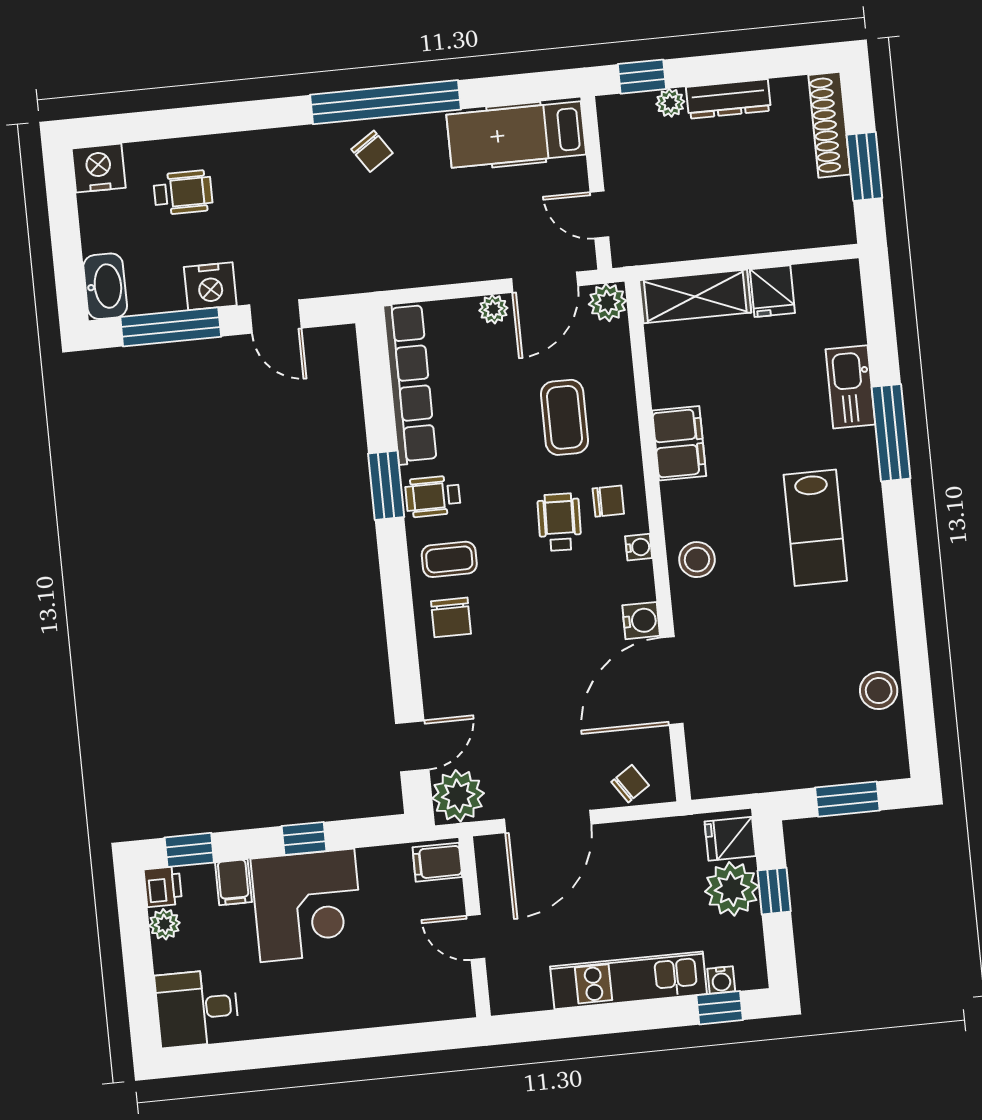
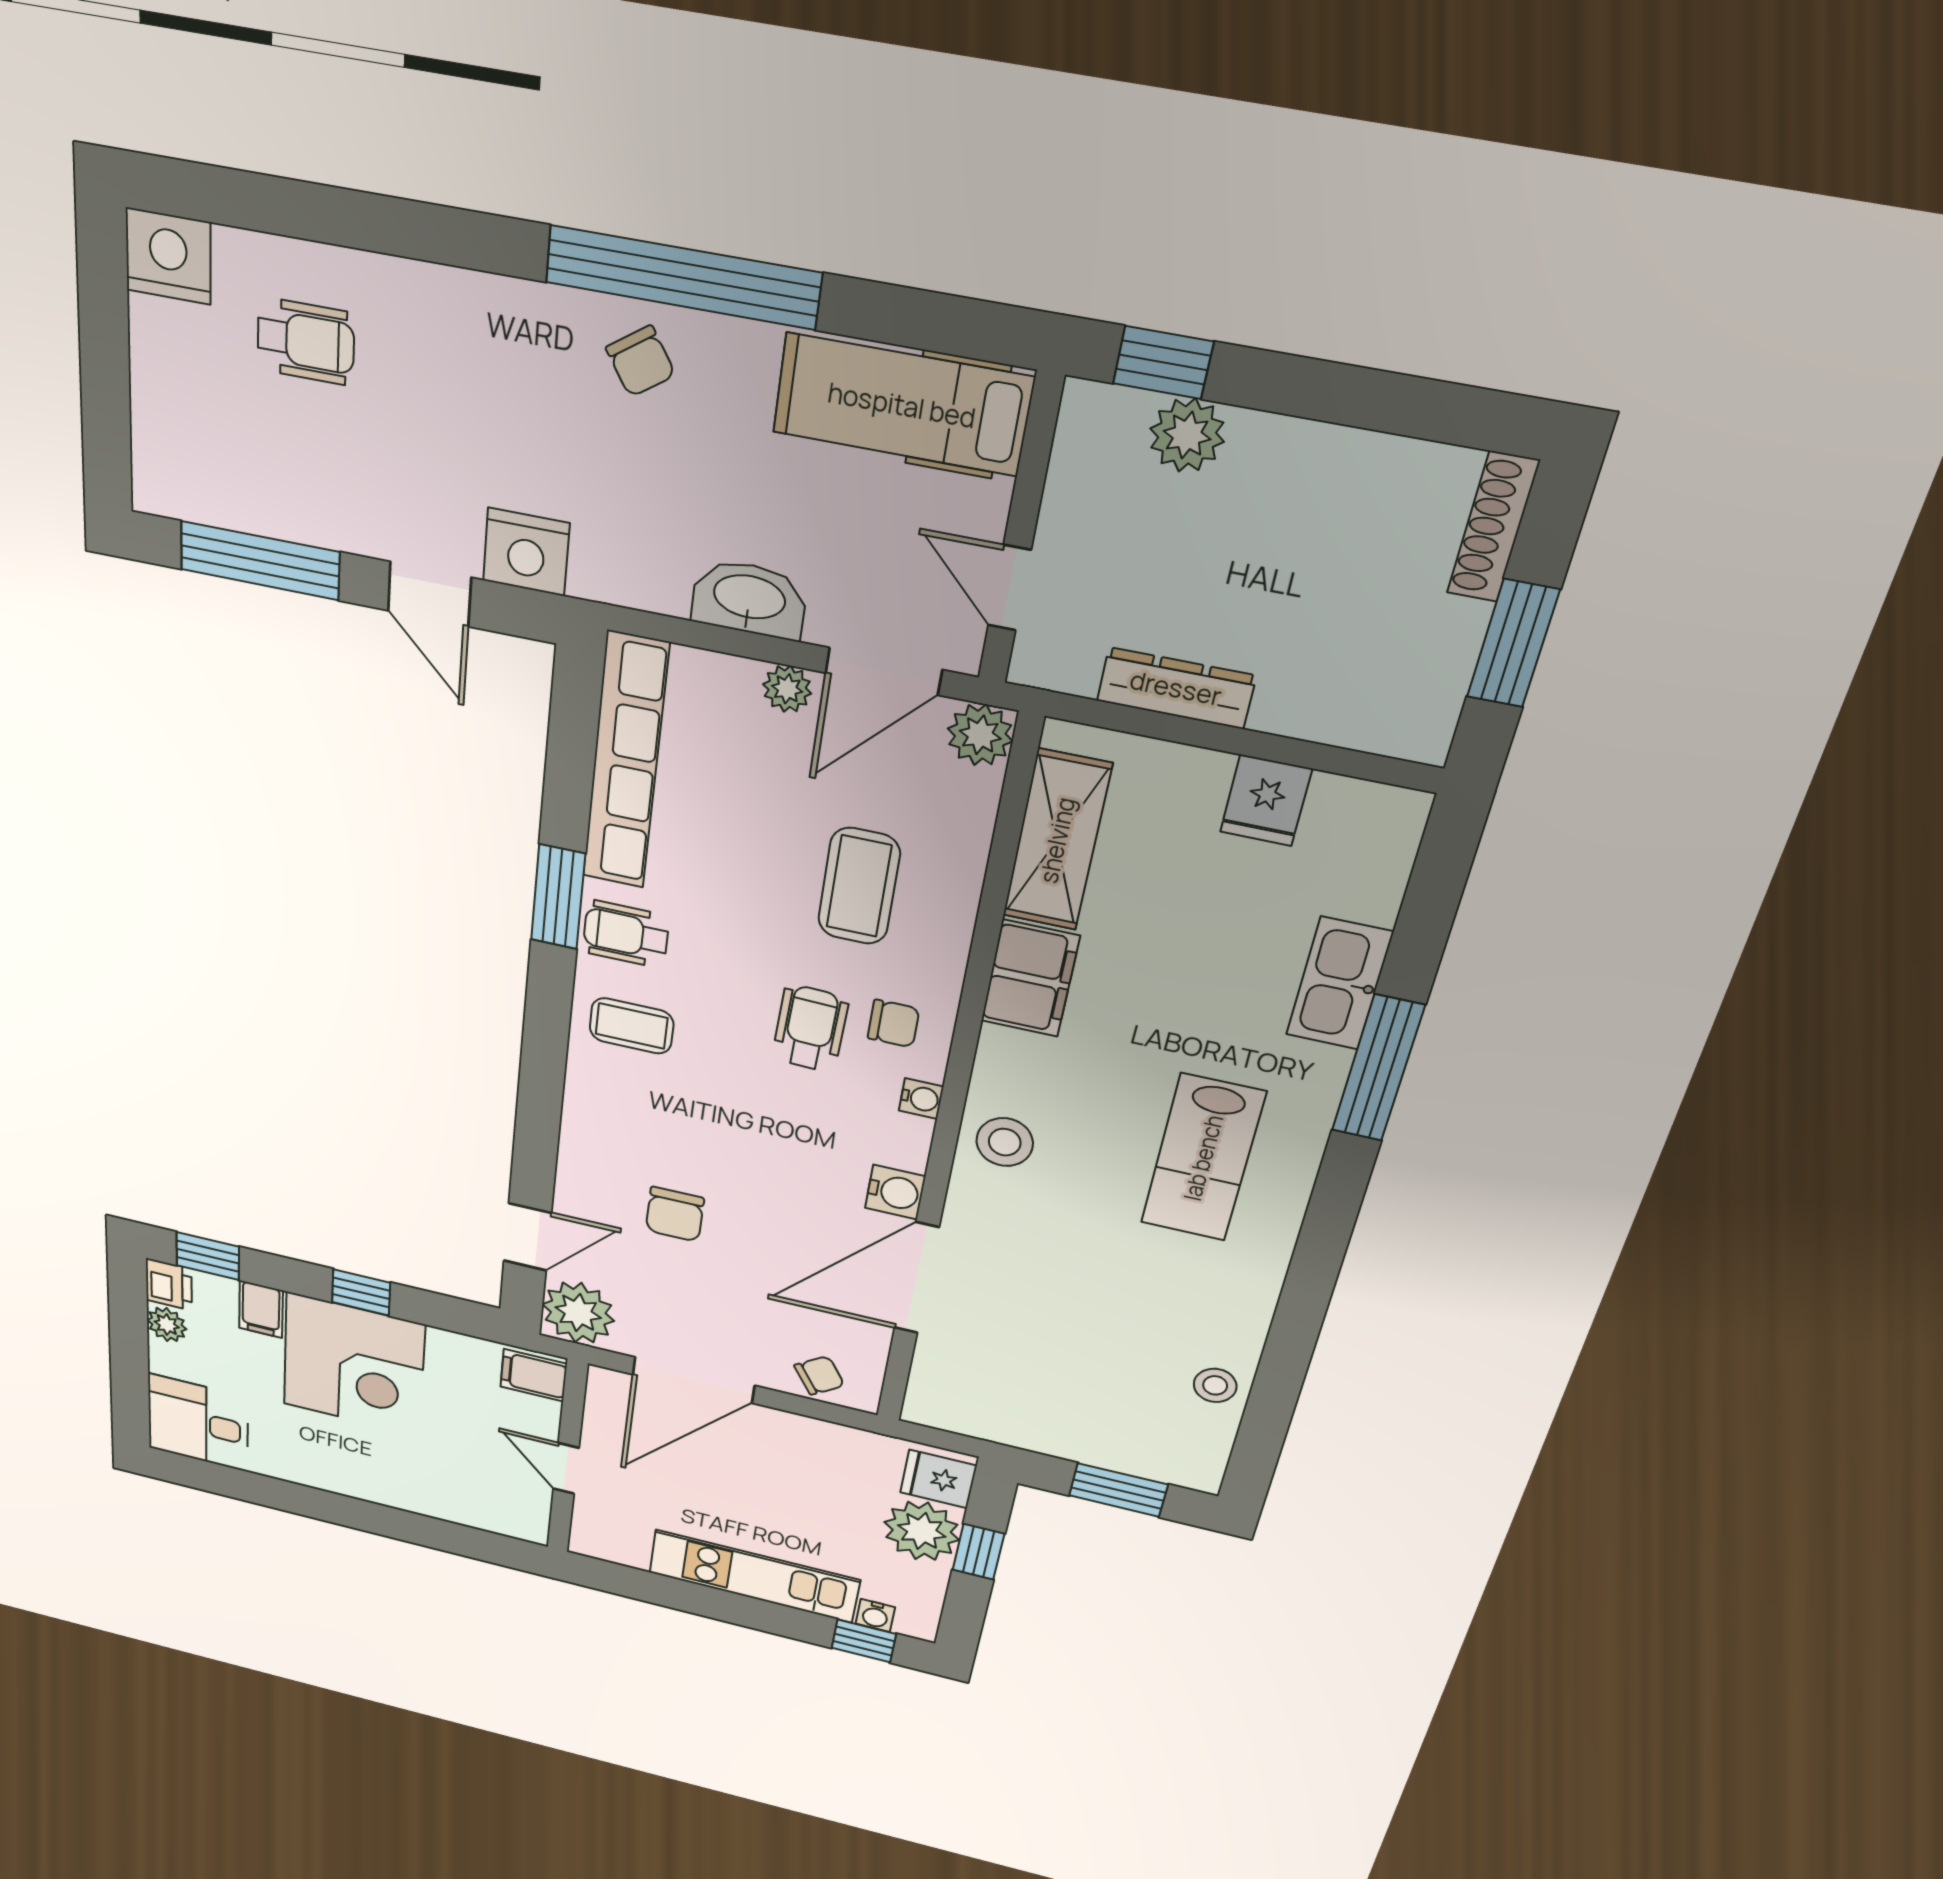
dresser: (728, 99) -> (1176, 688), moved, turned 180
plant: (670, 103) -> (1187, 435), width x1.38, depth x1.38
shoe rack: (829, 125) -> (1493, 527), width x0.74, depth x0.81
washbasin: (105, 286) -> (749, 599), moved, turned -90
nightstand: (210, 286) -> (526, 552), moved
shelving: (695, 296) -> (1057, 840), moved, turned 90
chair: (451, 617) -> (675, 1214), moved
stool: (879, 691) -> (1215, 1385), width x0.73, depth x0.73

